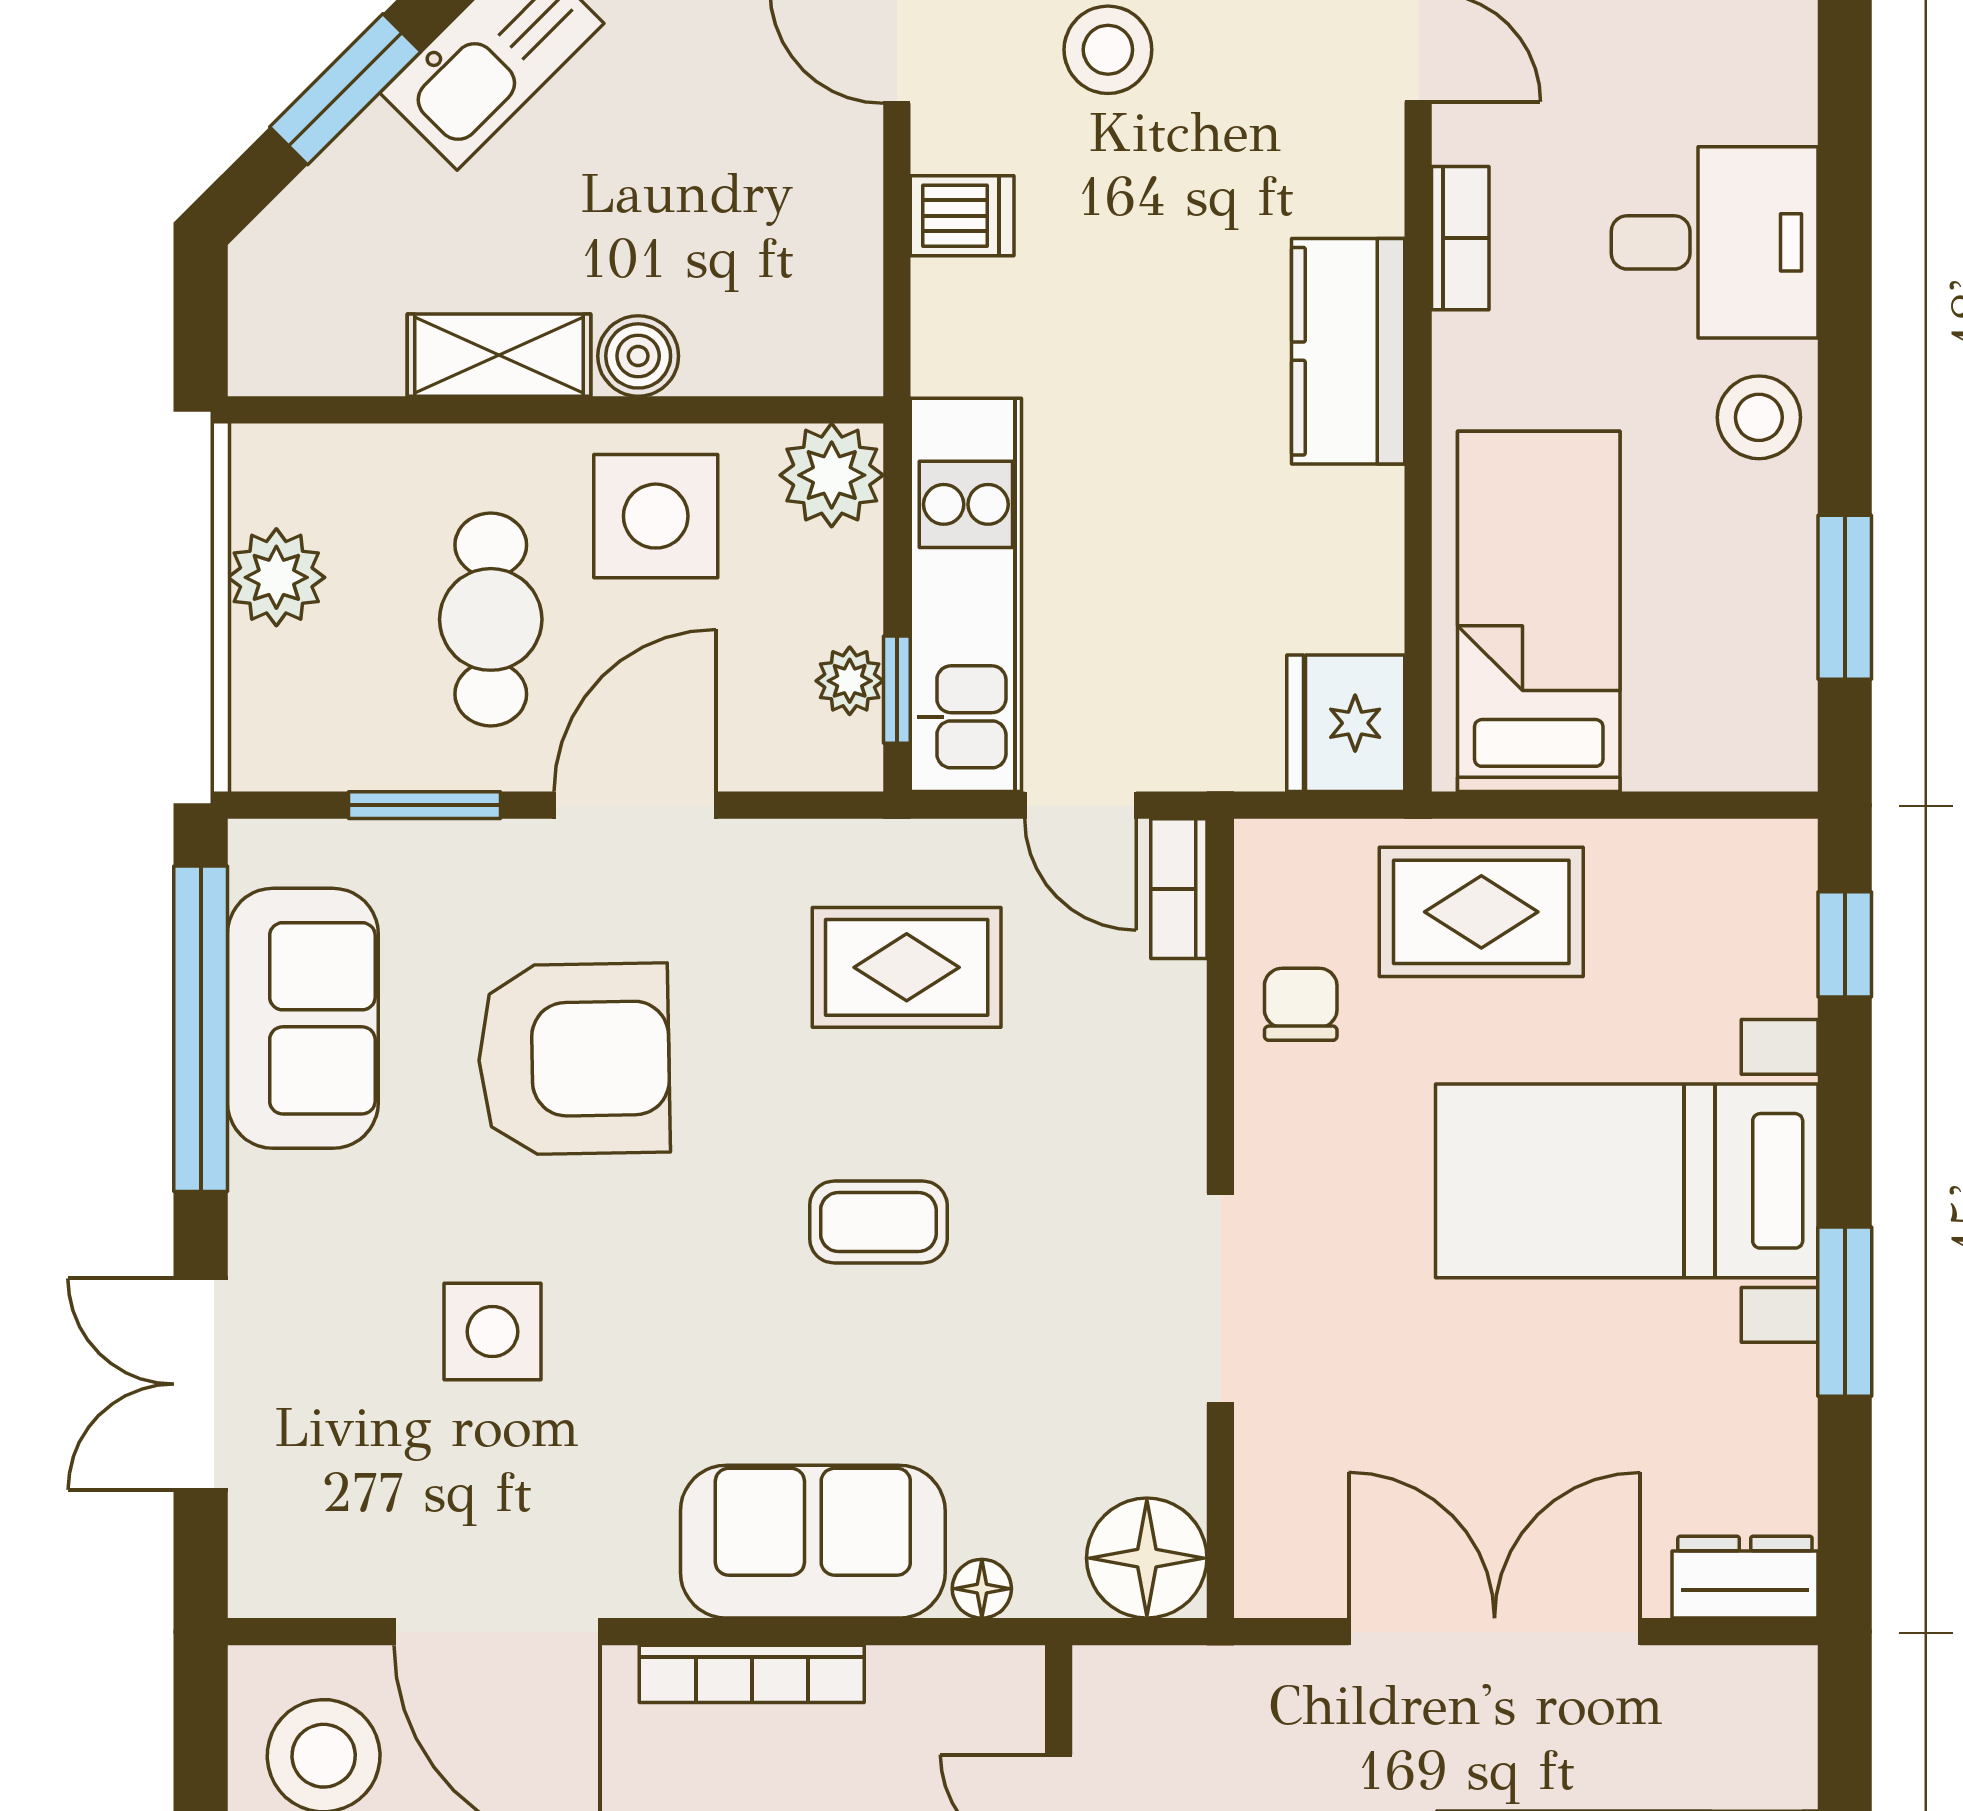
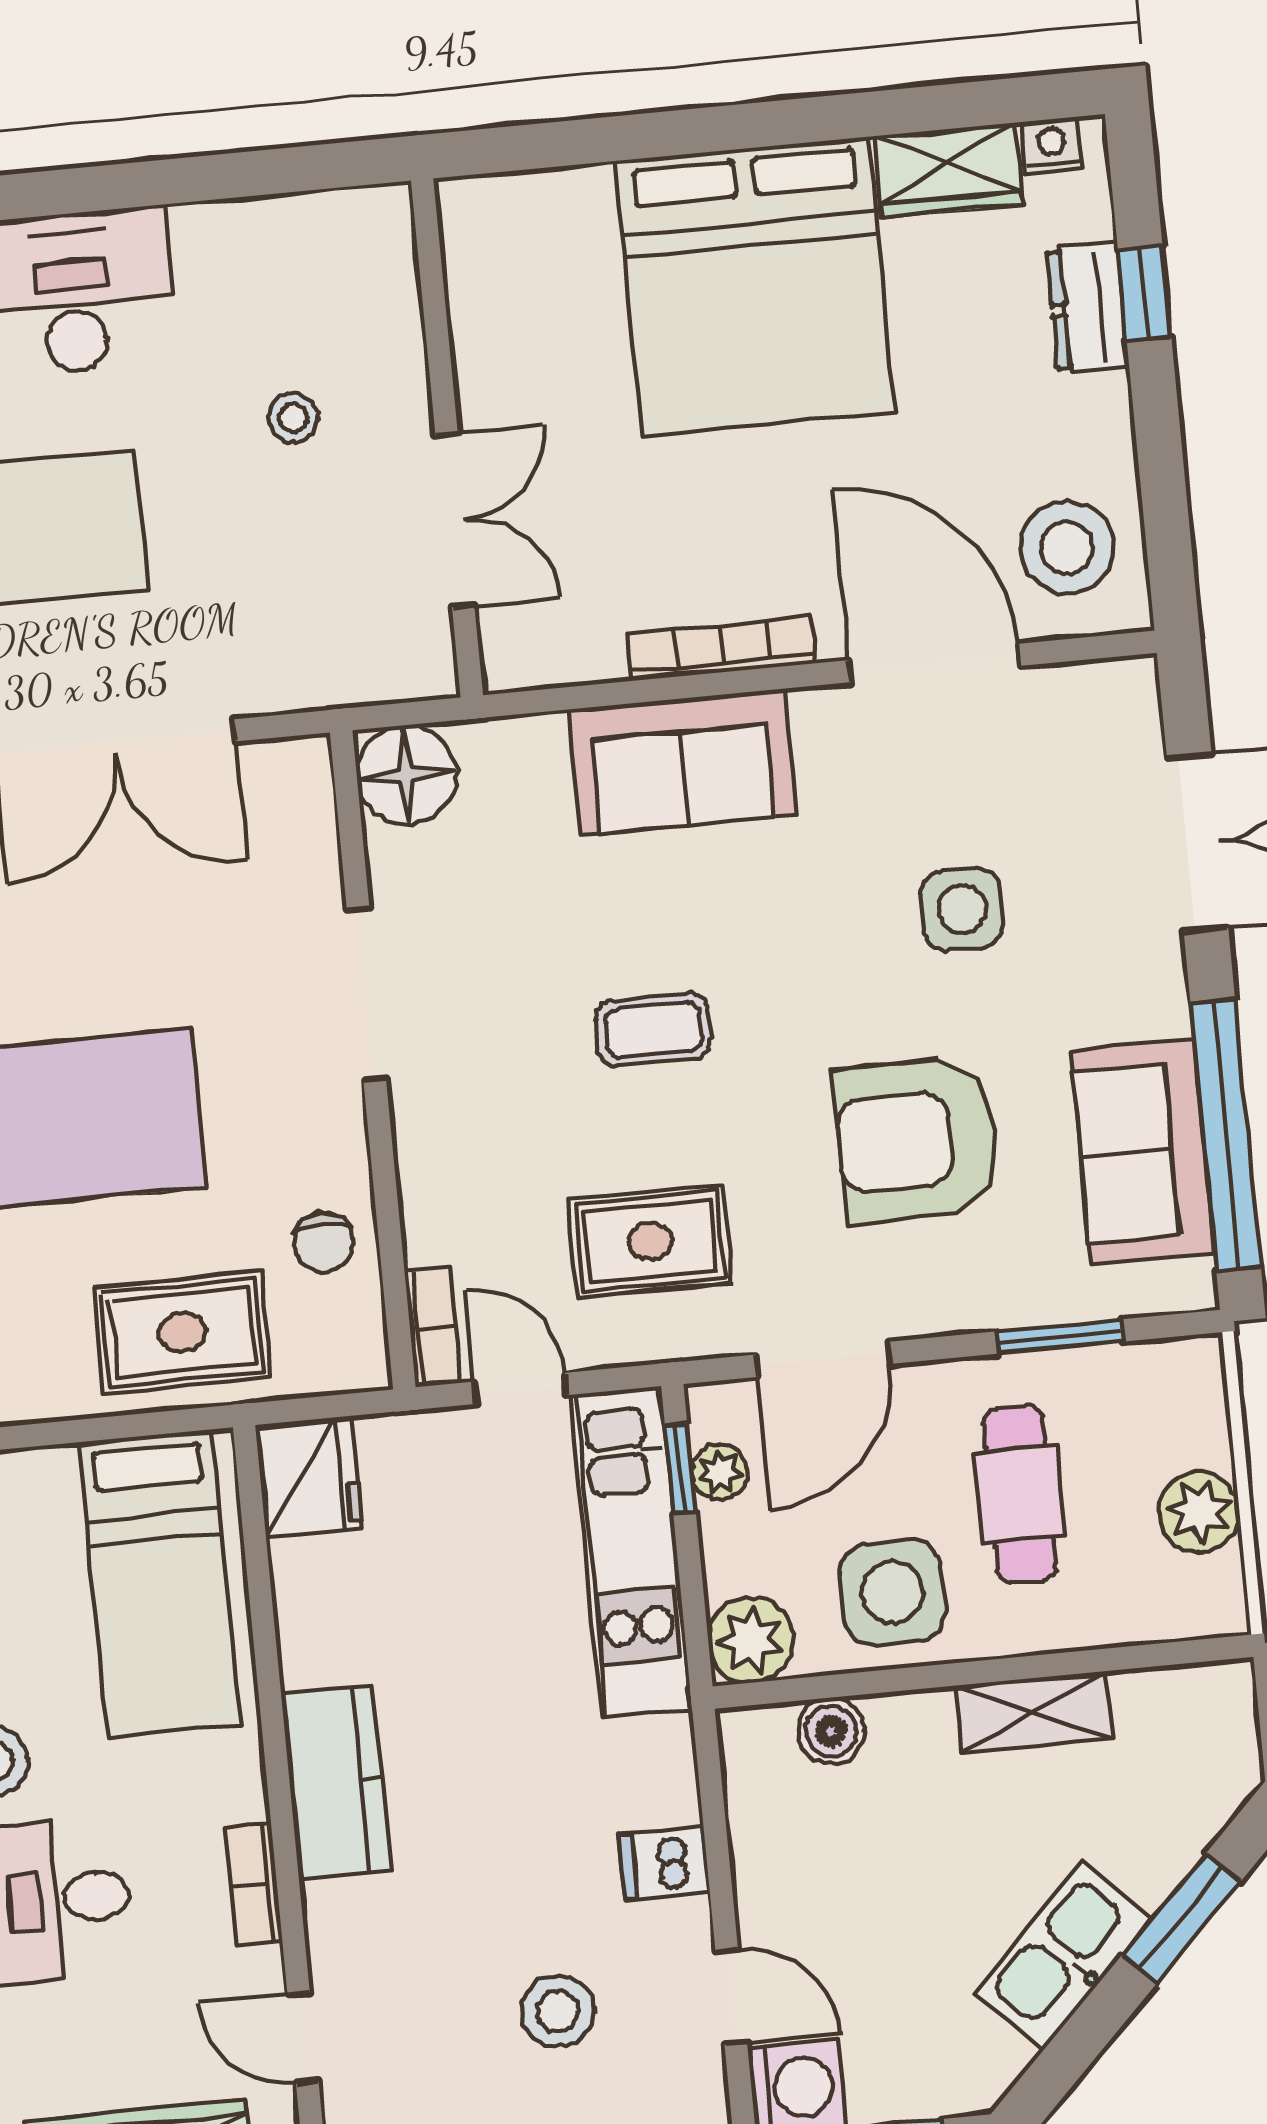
boiler: (638, 356) -> (831, 1731), moved
door: (635, 805) -> (823, 1359), moved
floor lamp: (982, 1589) -> (539, 737), removed

